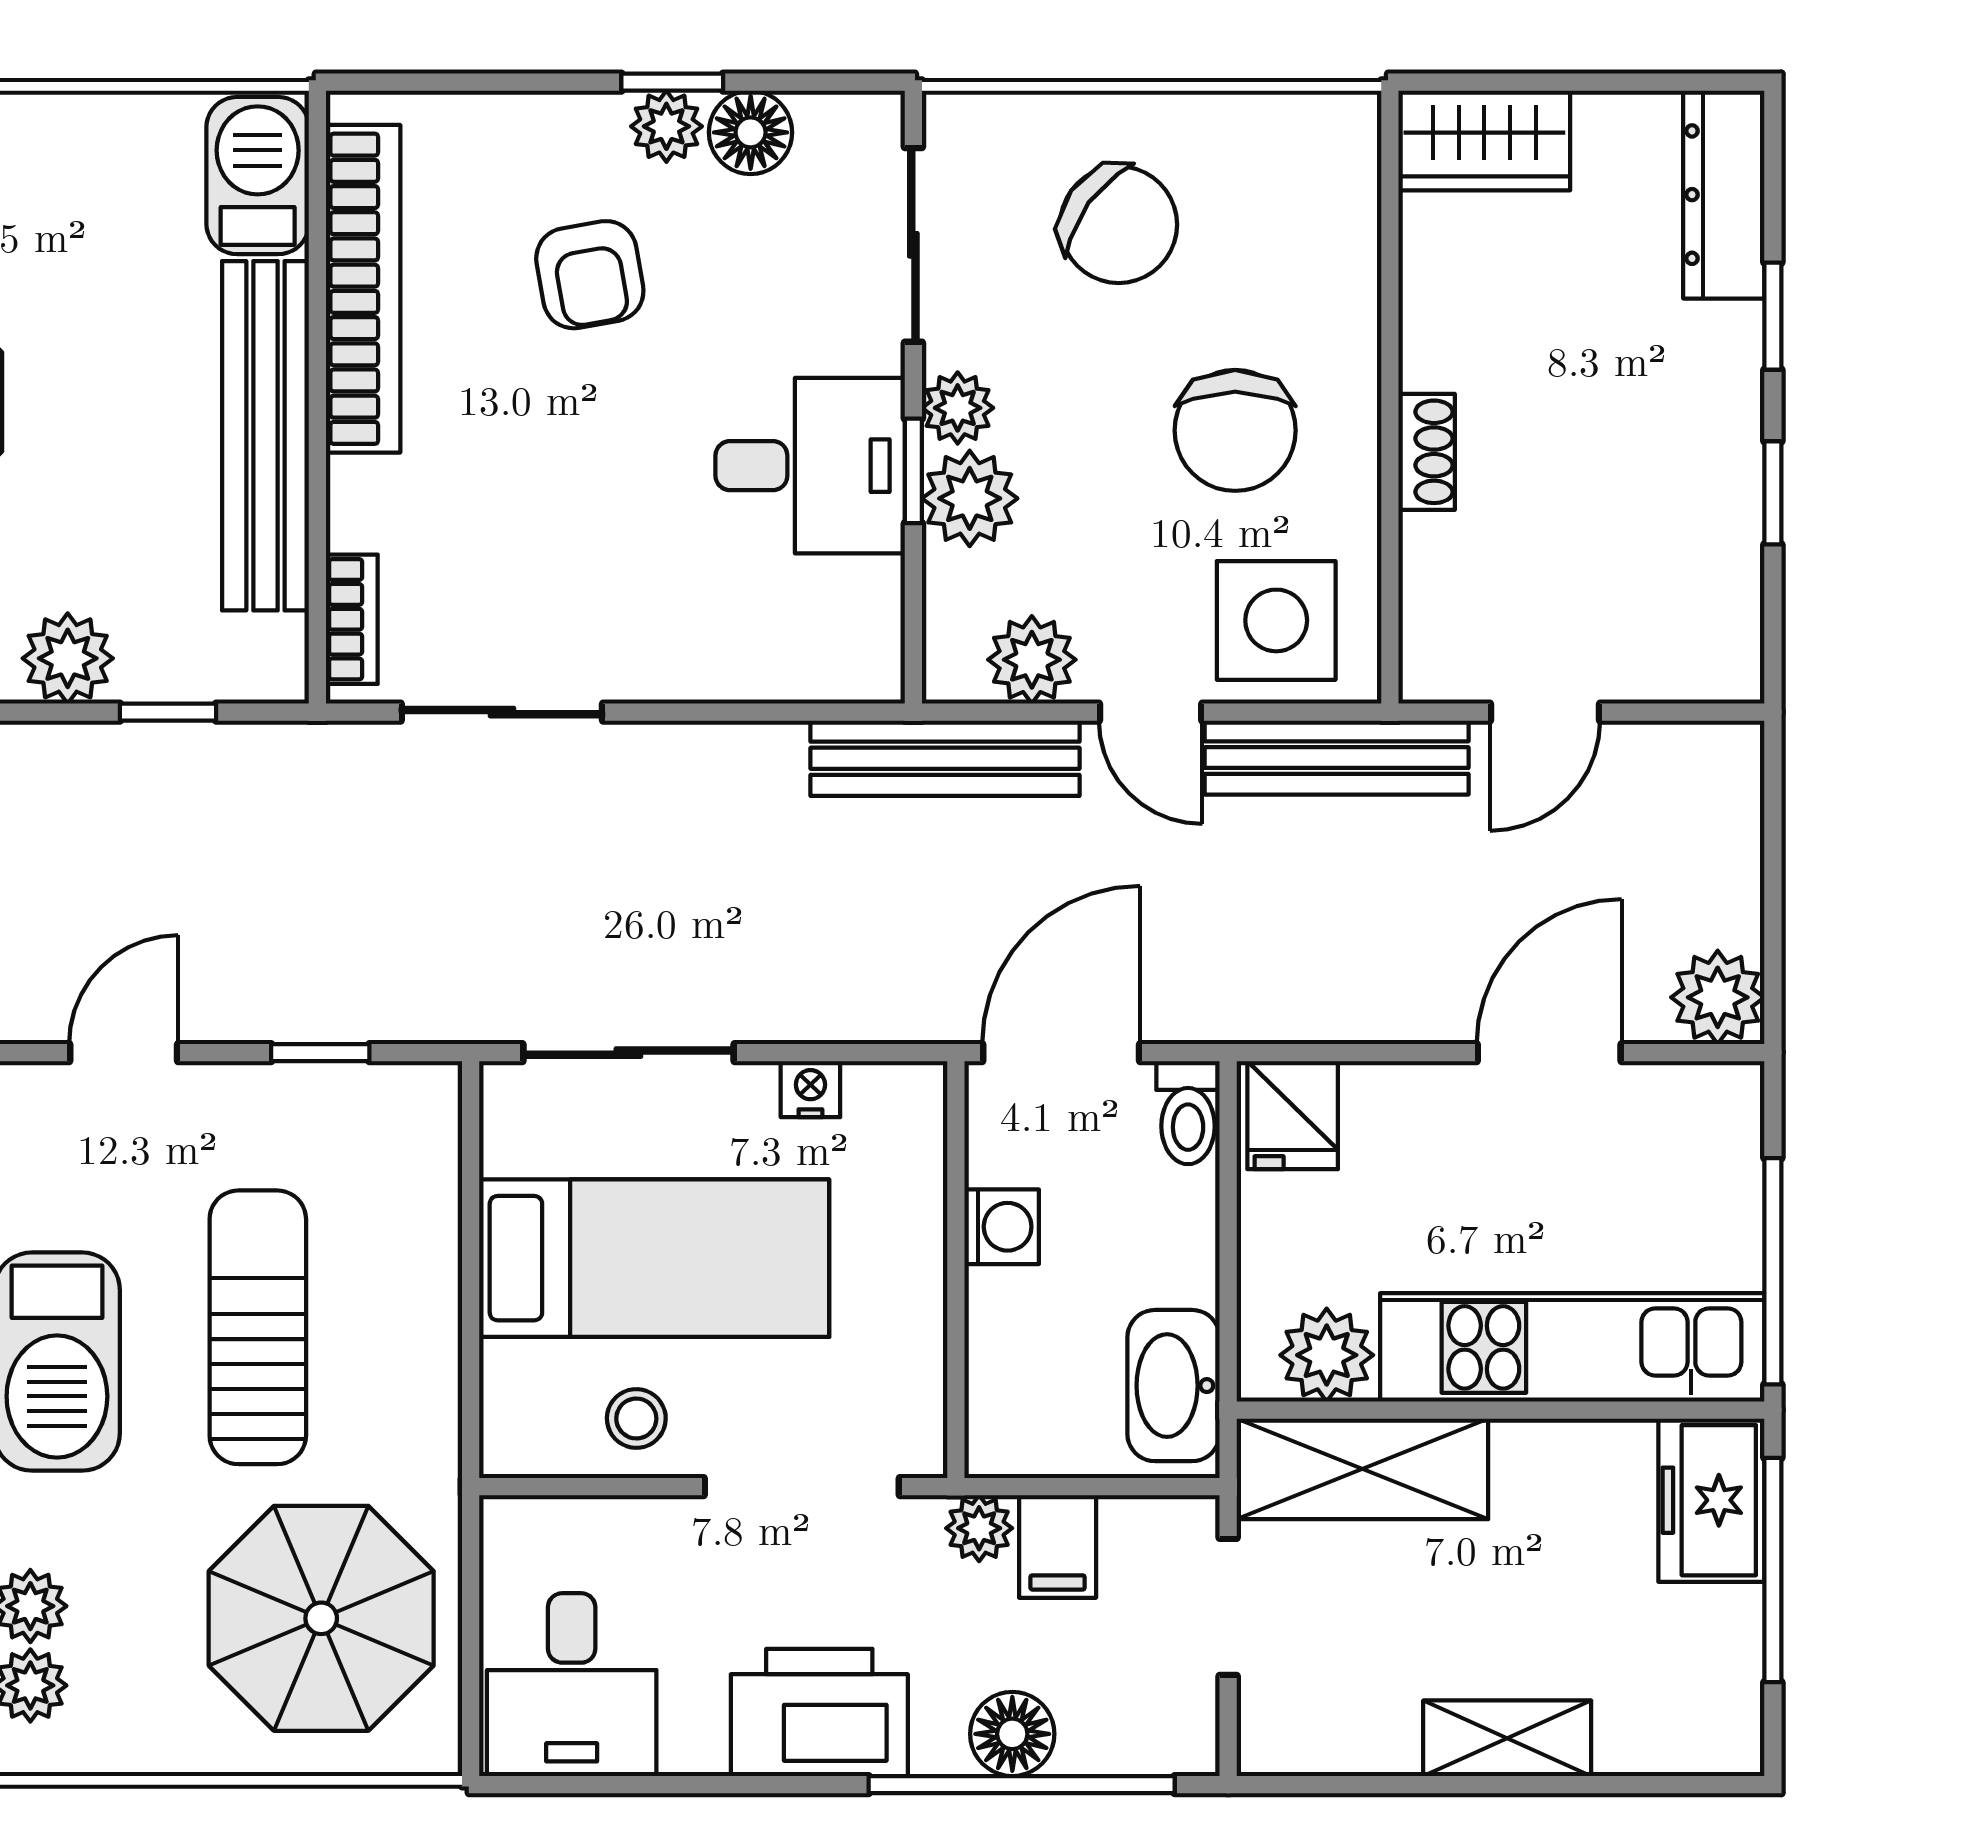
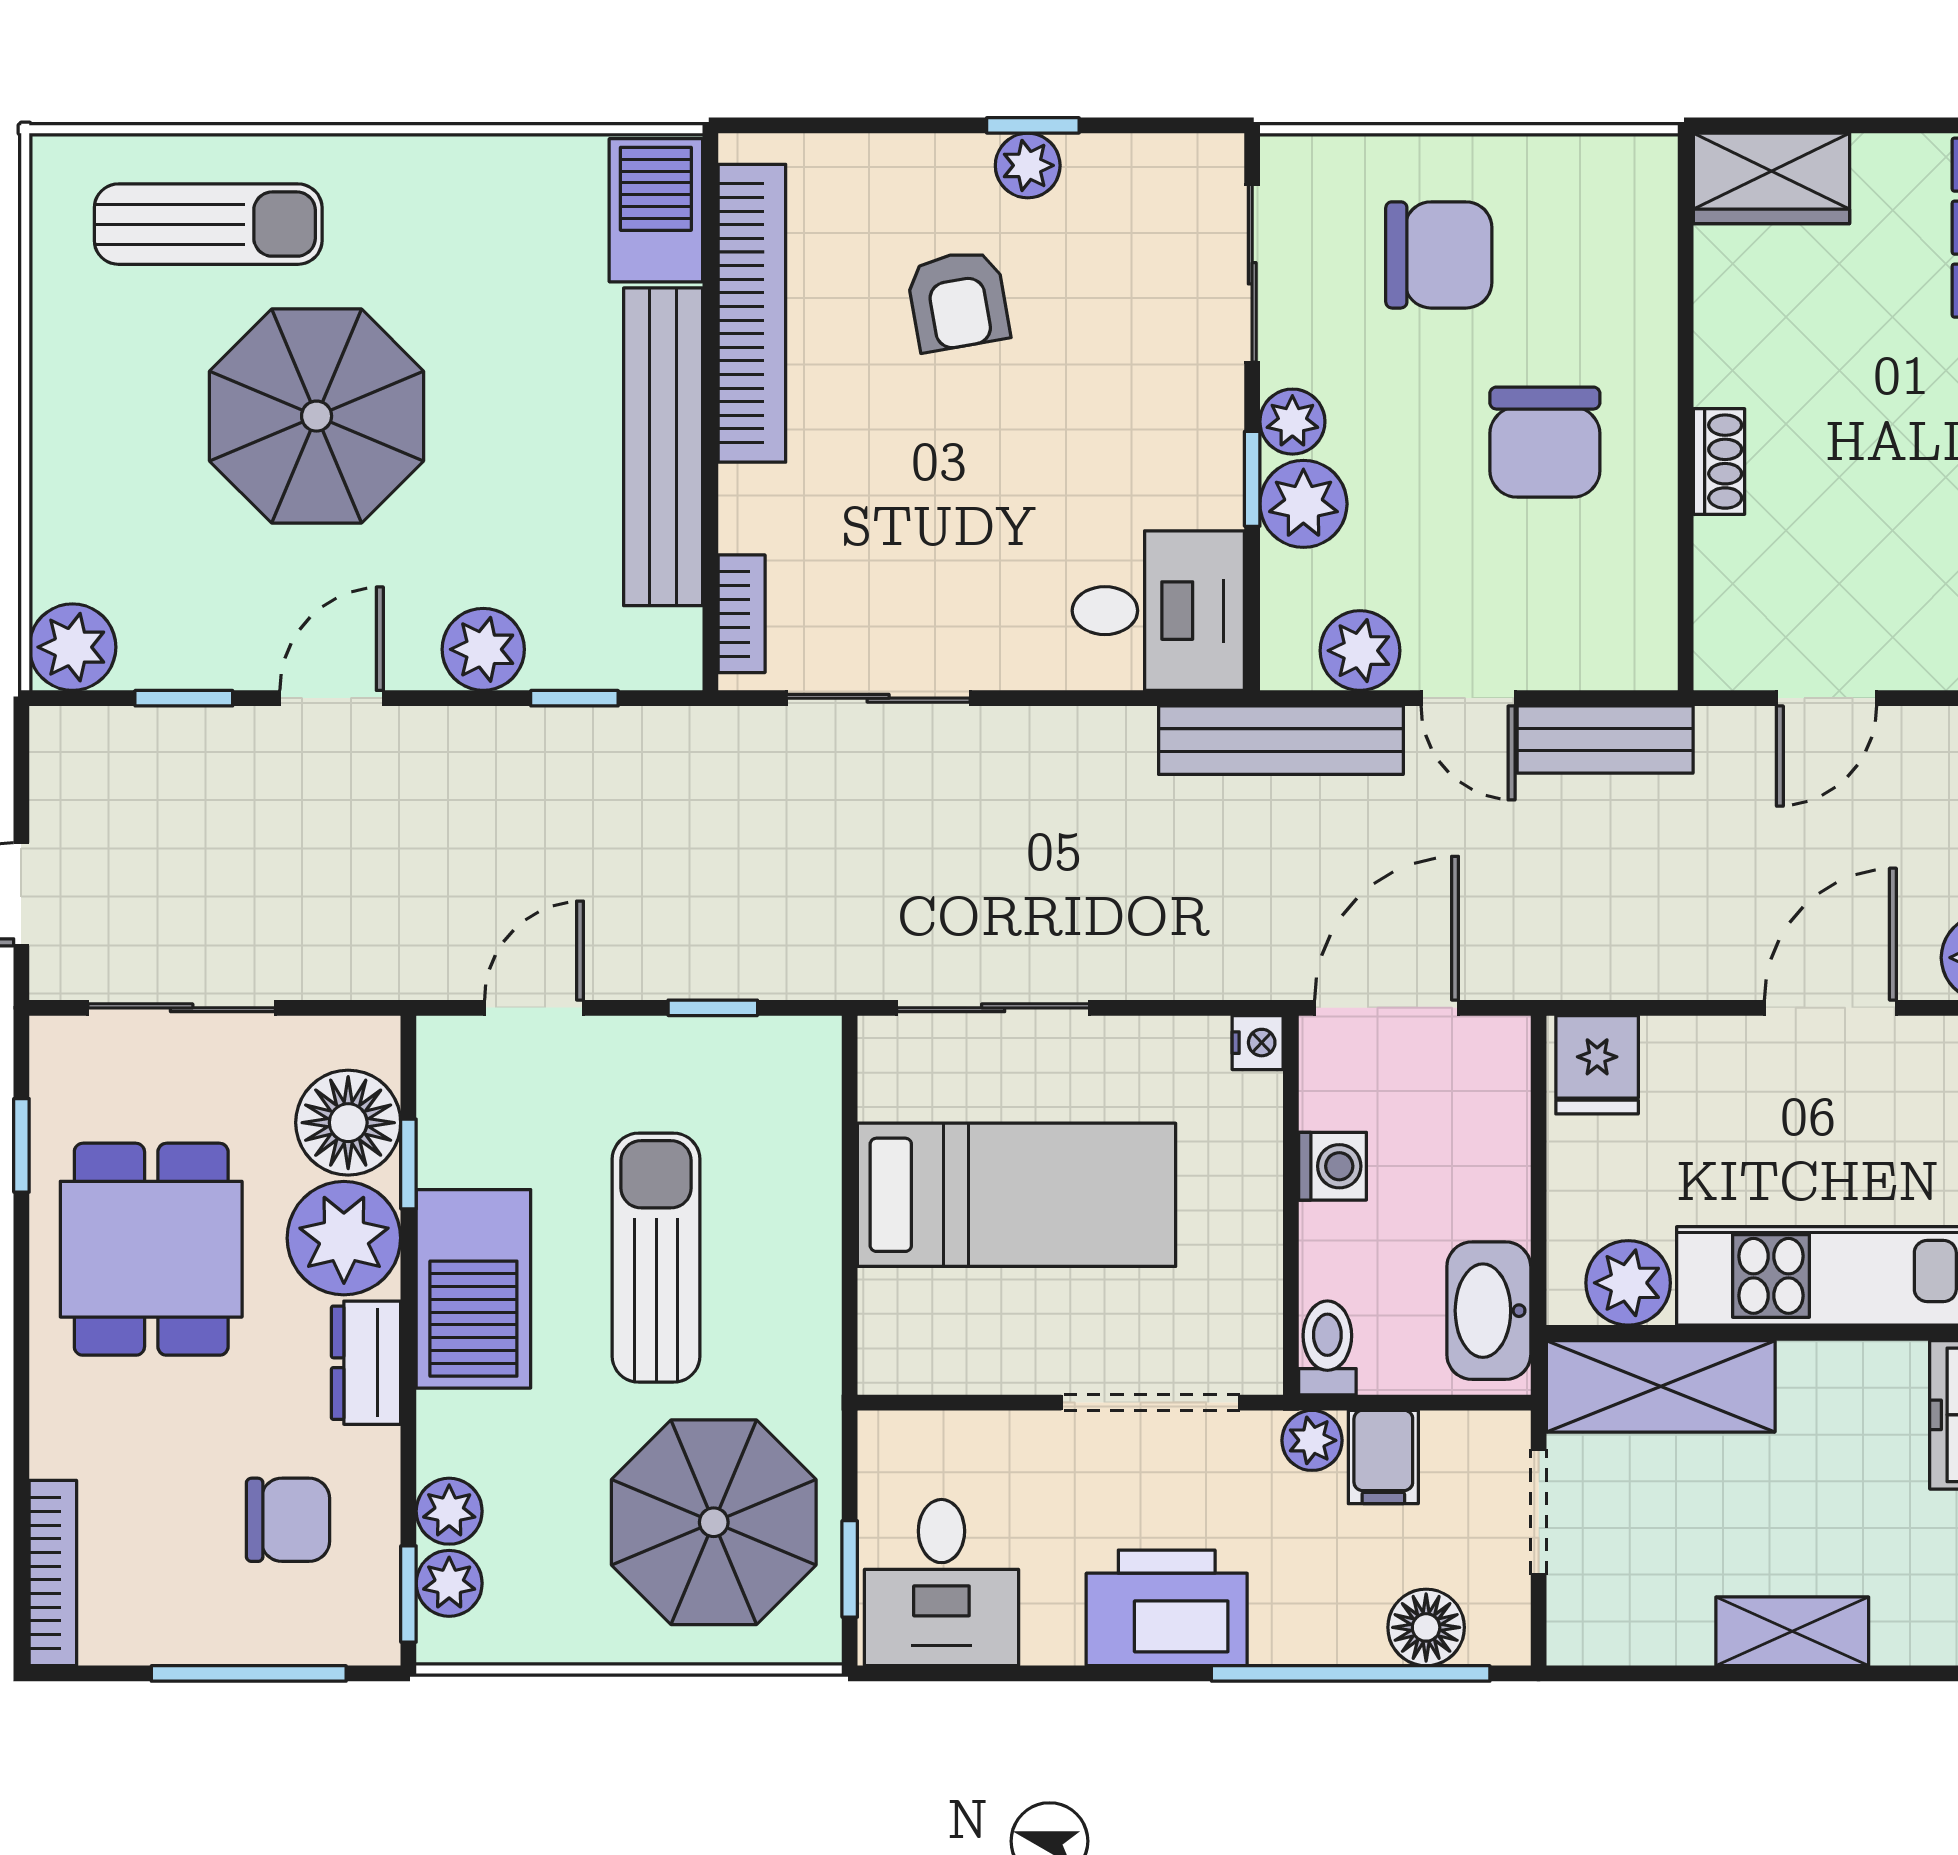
floor lamp: (751, 132) -> (1104, 171), removed
chair: (1119, 225) -> (1439, 255), turned -36
desk: (810, 466) -> (1158, 611), moved
side table: (1276, 620) -> (1582, 615), removed
bench: (1337, 758) -> (1605, 740), width x0.73
nightstand: (810, 1089) -> (1258, 1043), moved, turned 90
toilet: (1188, 1113) -> (1327, 1348), moved, turned 180
stool: (636, 1418) -> (1000, 1341), removed
window: (471, 1670) -> (850, 1569), added
floor lamp: (1012, 1734) -> (1426, 1627), moved

